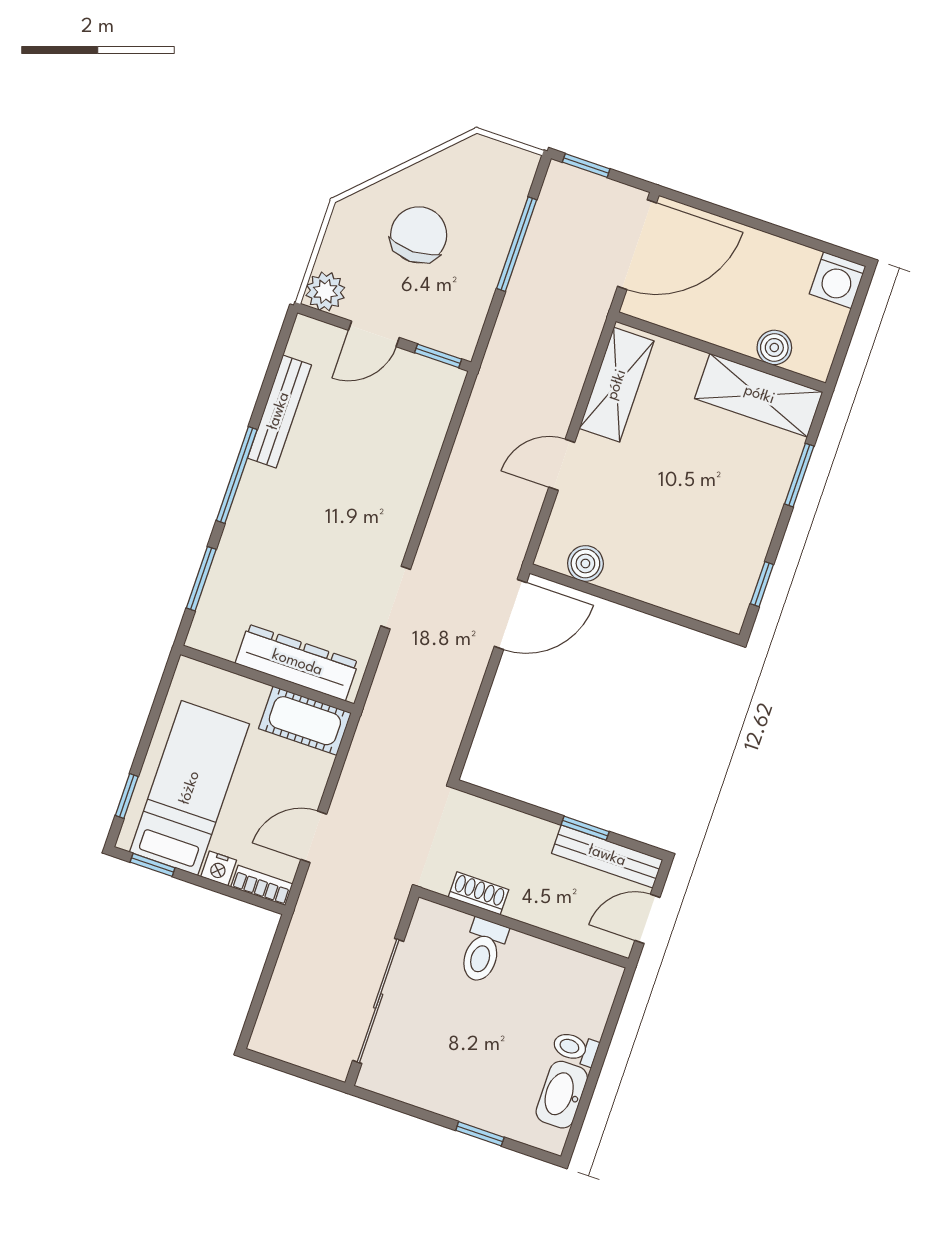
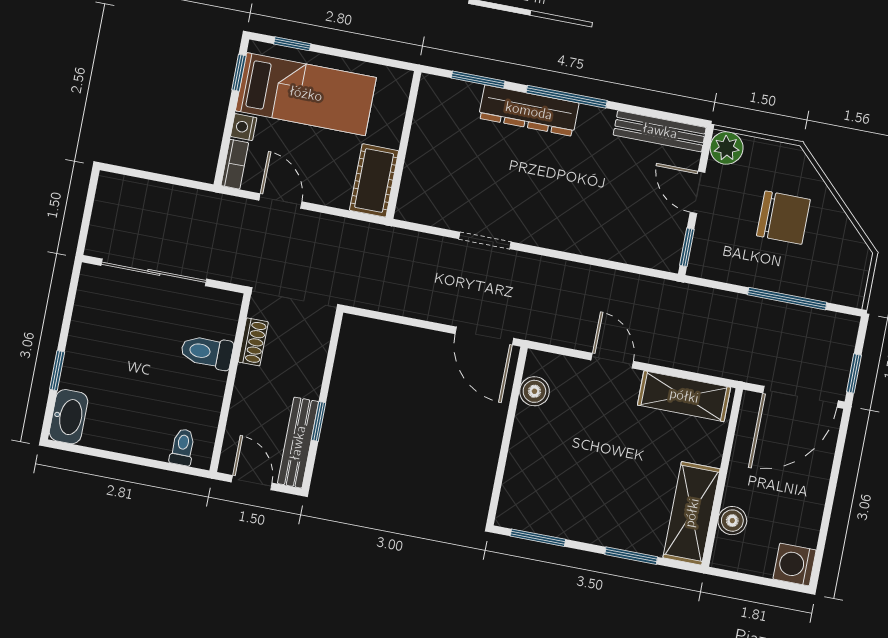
window: (586, 165) -> (854, 374), moved
door: (637, 245) -> (800, 397), hinge flipped
bench: (279, 411) -> (660, 131), moved
window: (762, 584) -> (538, 538), width x1.50
dresser: (297, 663) -> (529, 111), moved, turned 90
toilet: (575, 1048) -> (182, 447), moved
washbasin: (562, 1095) -> (68, 417), moved, turned 90

